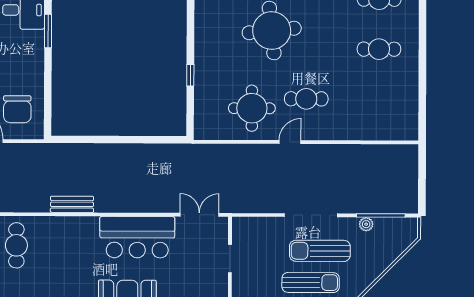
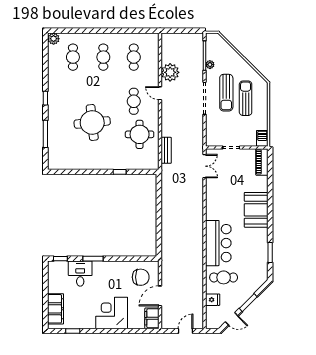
cafe table: (379, 99) -> (134, 57), added
door: (290, 142) -> (160, 93), moved
plant: (353, 159) -> (170, 72), added
bench: (72, 204) -> (166, 150), moved
double door: (199, 215) -> (205, 166), swing flipped
bar counter: (137, 237) -> (218, 243), moved

